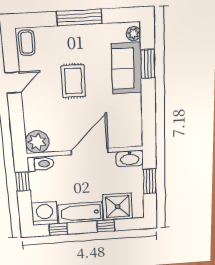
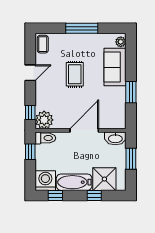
window: (148, 64) -> (131, 92), moved
window: (18, 134) -> (30, 113), added

